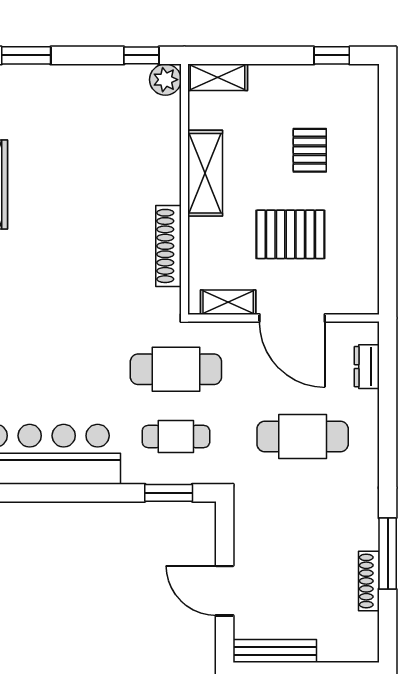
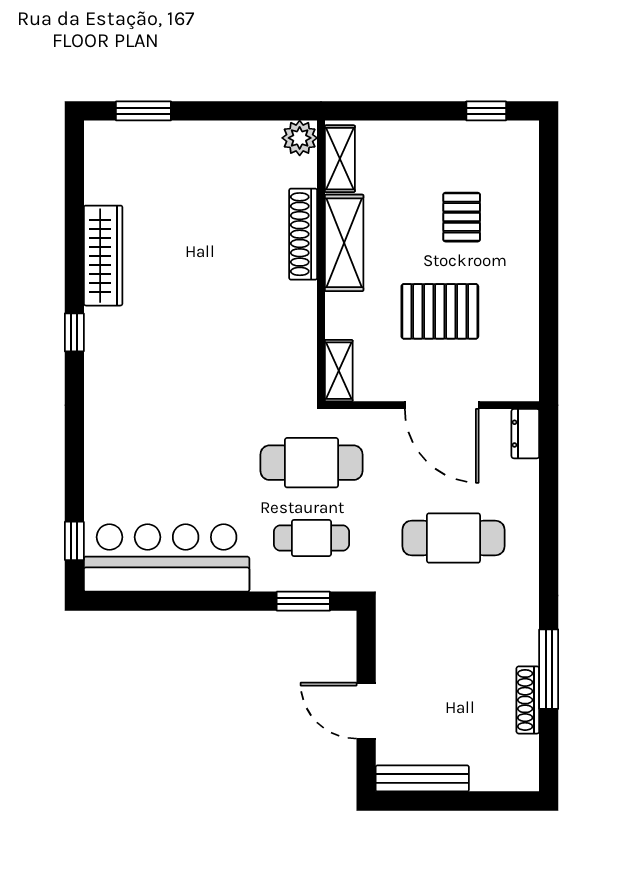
window: (141, 55) -> (273, 111), removed
shelving: (218, 77) -> (340, 159), moved, turned 90
shoe rack: (168, 246) -> (303, 234), moved
shelving: (228, 302) -> (339, 371), moved, turned 90
dresser: (367, 367) -> (525, 434), moved

